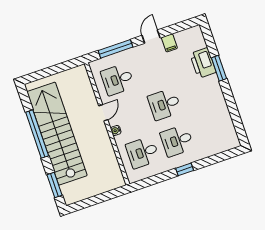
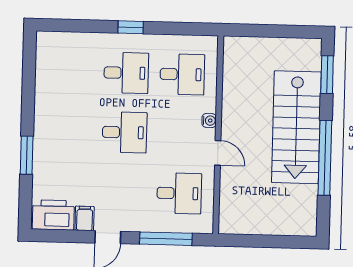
printer: (203, 63) -> (53, 215), moved, turned -90
door: (103, 113) -> (218, 153), swing flipped
stairs: (57, 134) -> (296, 127), width x0.73

